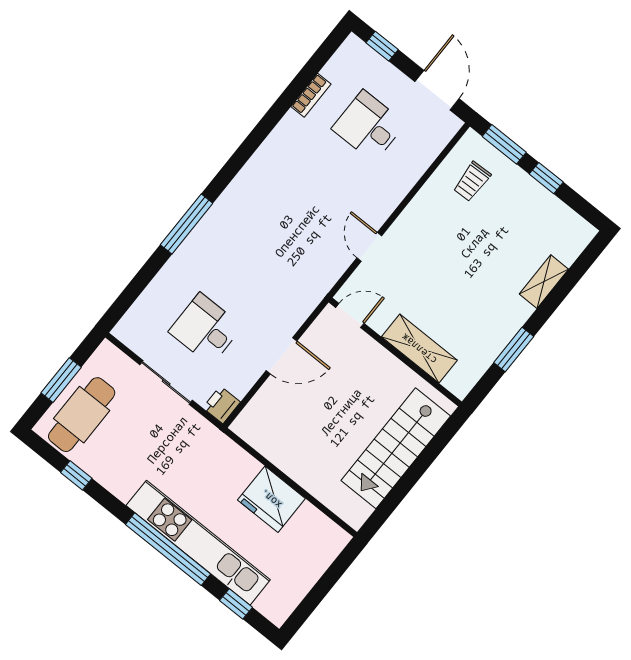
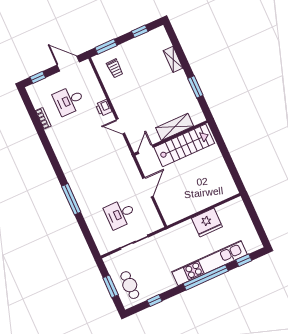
window: (546, 178) -> (140, 31), moved
printer: (222, 405) -> (104, 108), moved
cafe table: (82, 415) -> (130, 285), width x0.73, depth x0.74
stairs: (396, 448) -> (184, 145), moved, turned -90

